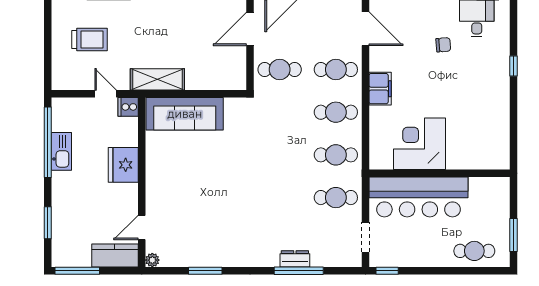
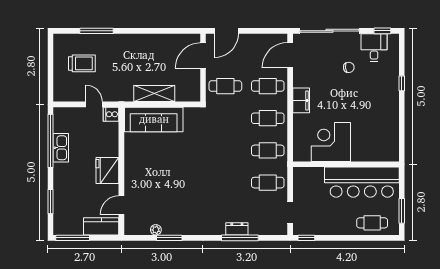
door: (366, 29) -> (290, 55), swing flipped
shelving: (157, 79) -> (154, 93), moved
fridge: (123, 165) -> (107, 171), moved
bar counter: (418, 197) -> (362, 182), moved
plant: (152, 260) -> (156, 230), moved

